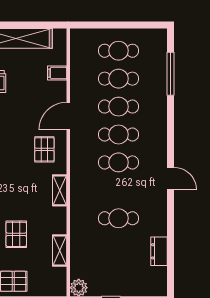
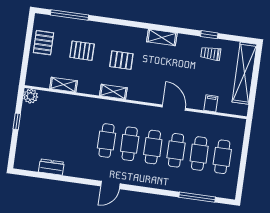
pallet: (44, 149) -> (121, 60), moved
cafe table: (119, 218) -> (107, 141), moved

